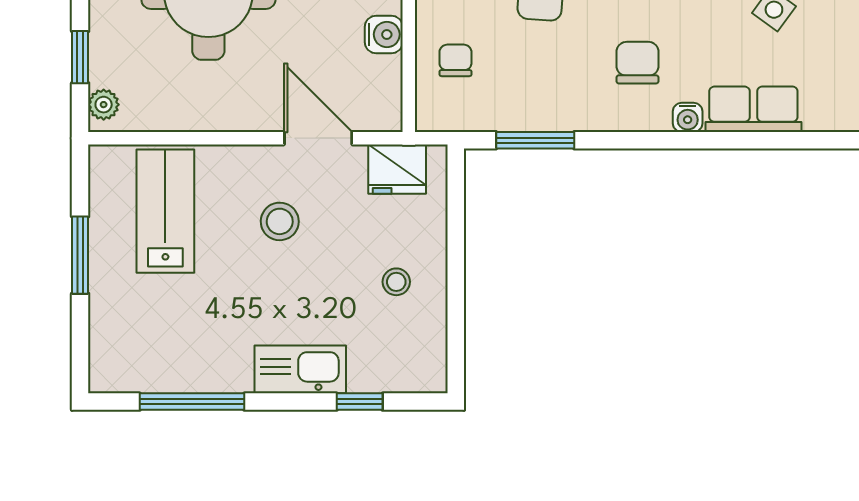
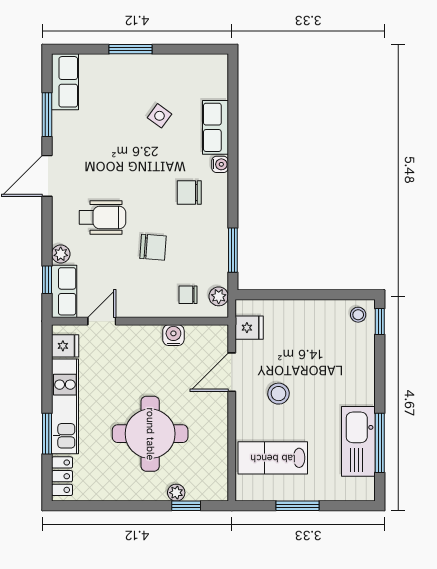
plant: (104, 105) -> (176, 493), moved
plant: (453, 115) -> (219, 296), added
fridge: (397, 169) -> (249, 328), width x0.72
stool: (396, 282) -> (358, 315), moved
kitchen sink: (300, 369) -> (358, 441), moved, width x1.36, depth x1.24
window: (360, 402) -> (380, 322), moved

